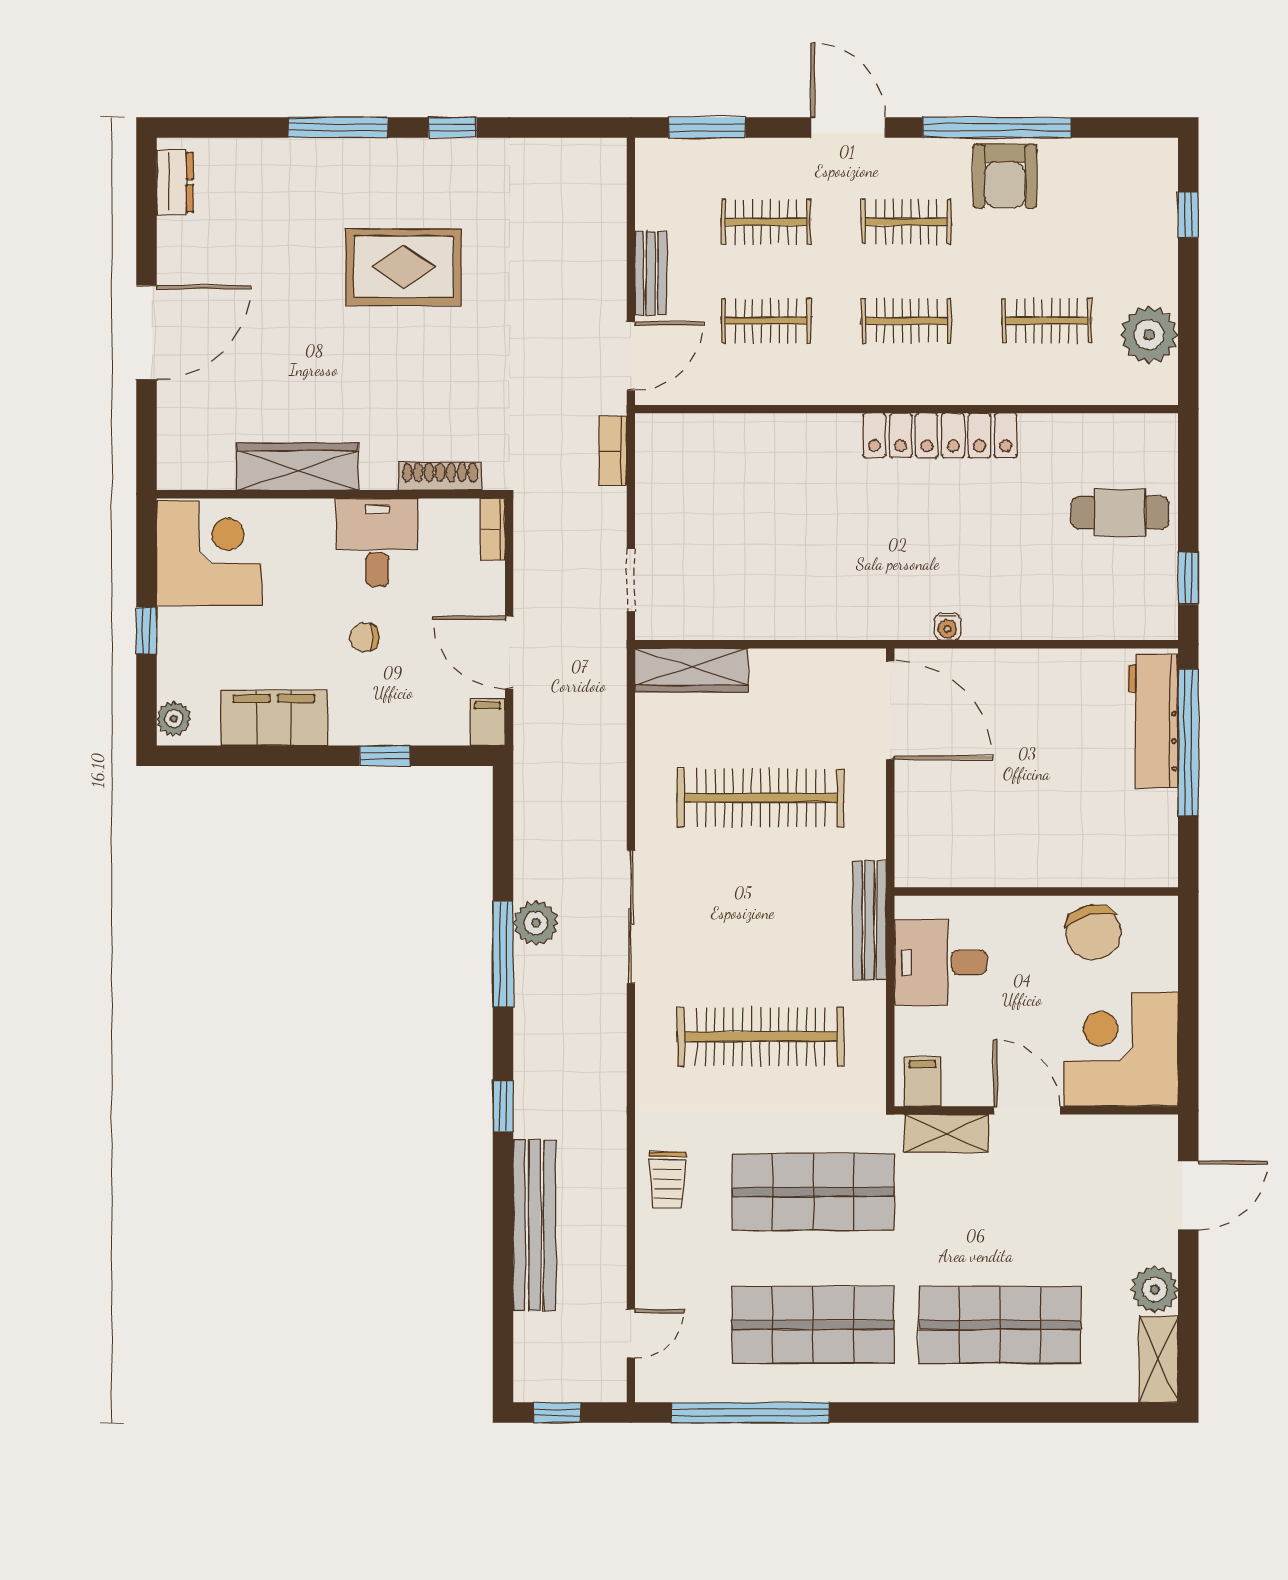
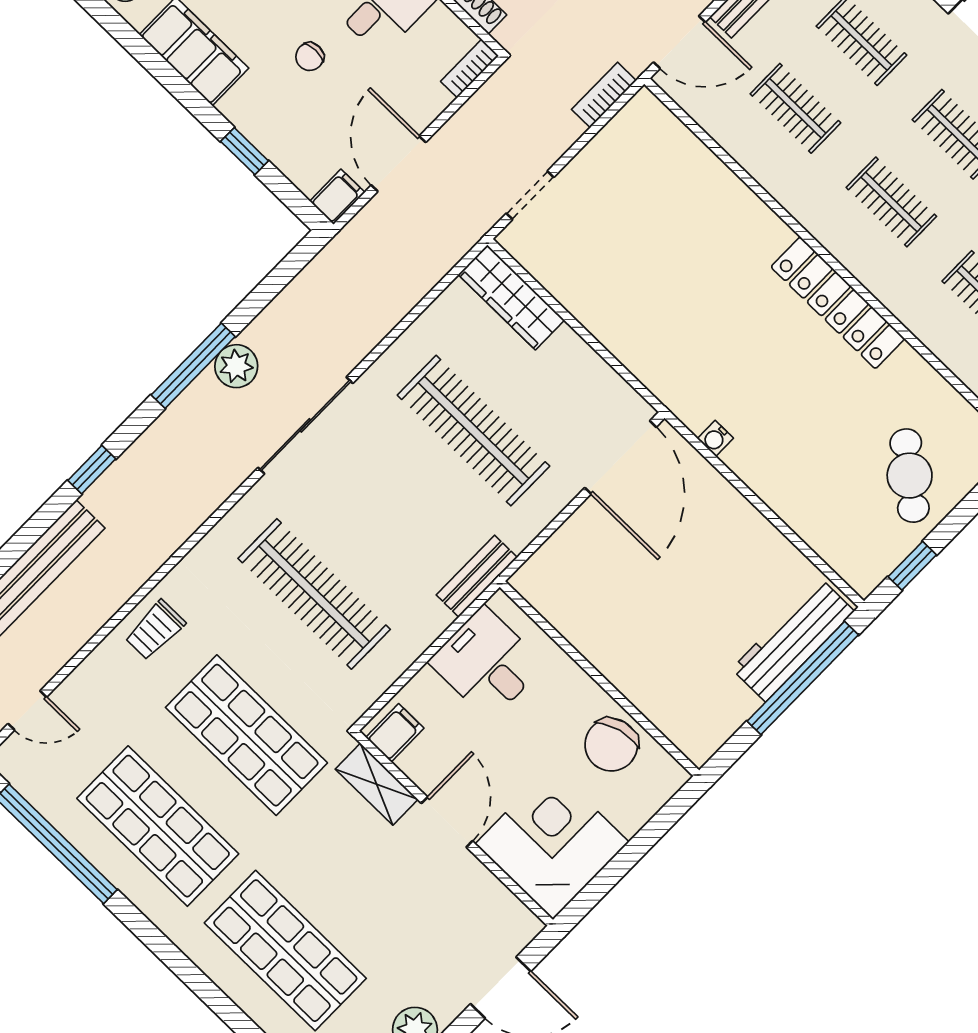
cafe table: (1120, 513) -> (910, 476), turned 39
chair: (364, 637) -> (310, 57), turned -90
bench: (869, 920) -> (477, 576), width x0.73

